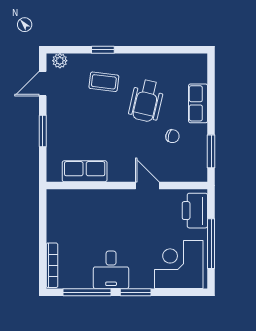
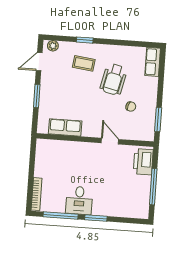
row of seats: (198, 103) -> (153, 62), moved
corner desk: (179, 265) -> (129, 200), removed

